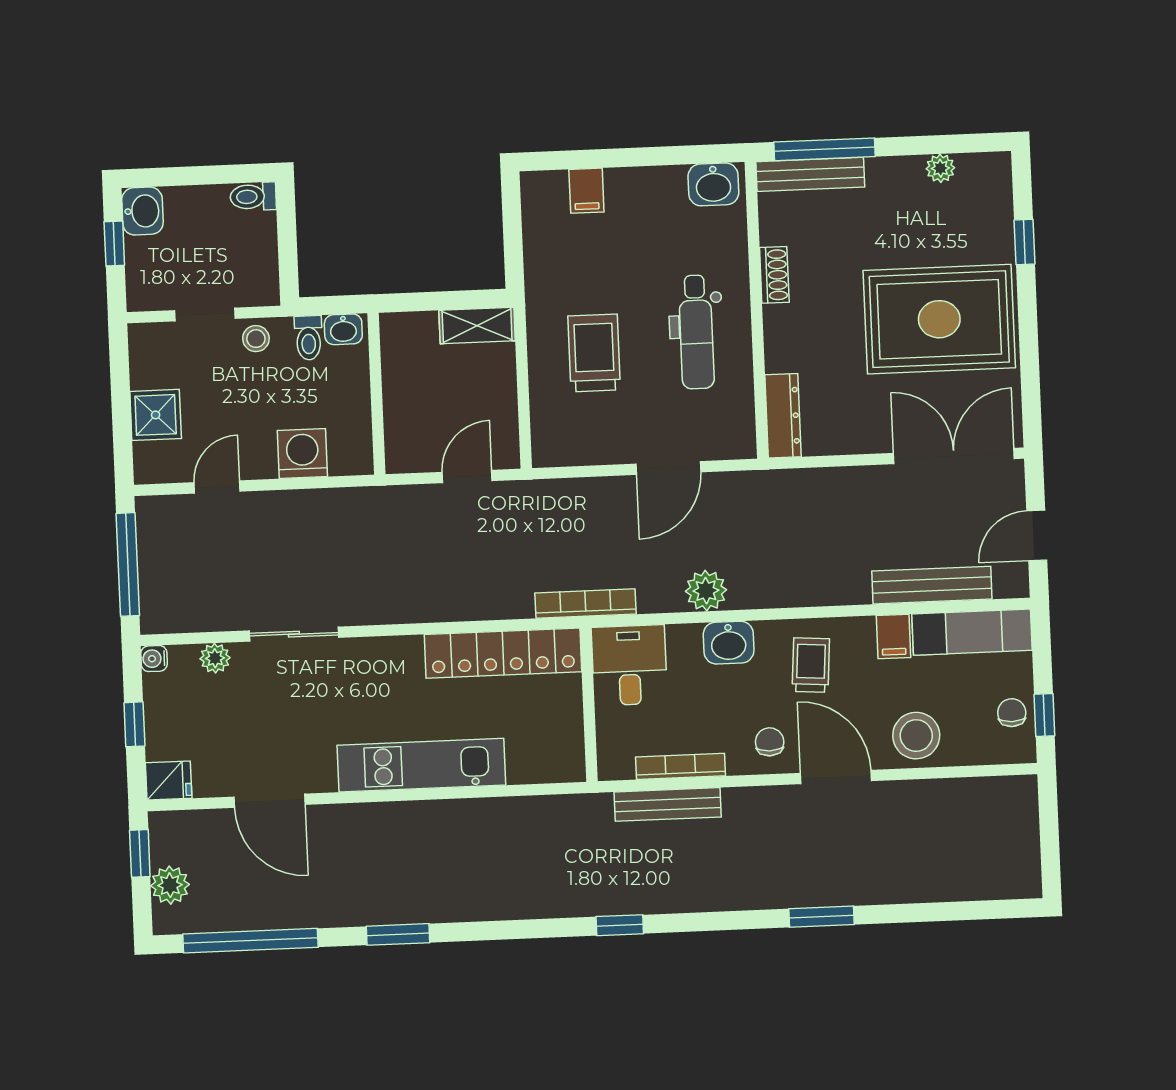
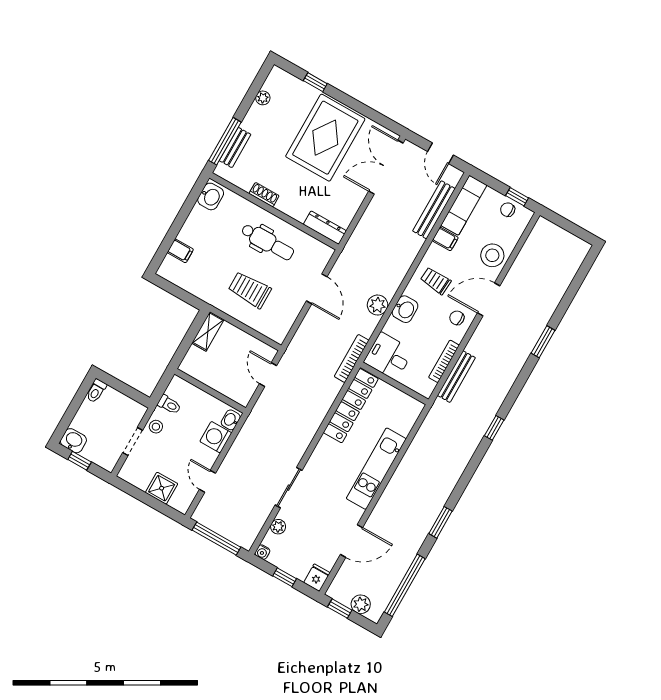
bench: (810, 174) -> (235, 147), width x0.73
washbasin: (343, 329) -> (231, 420), moved, turned 180

